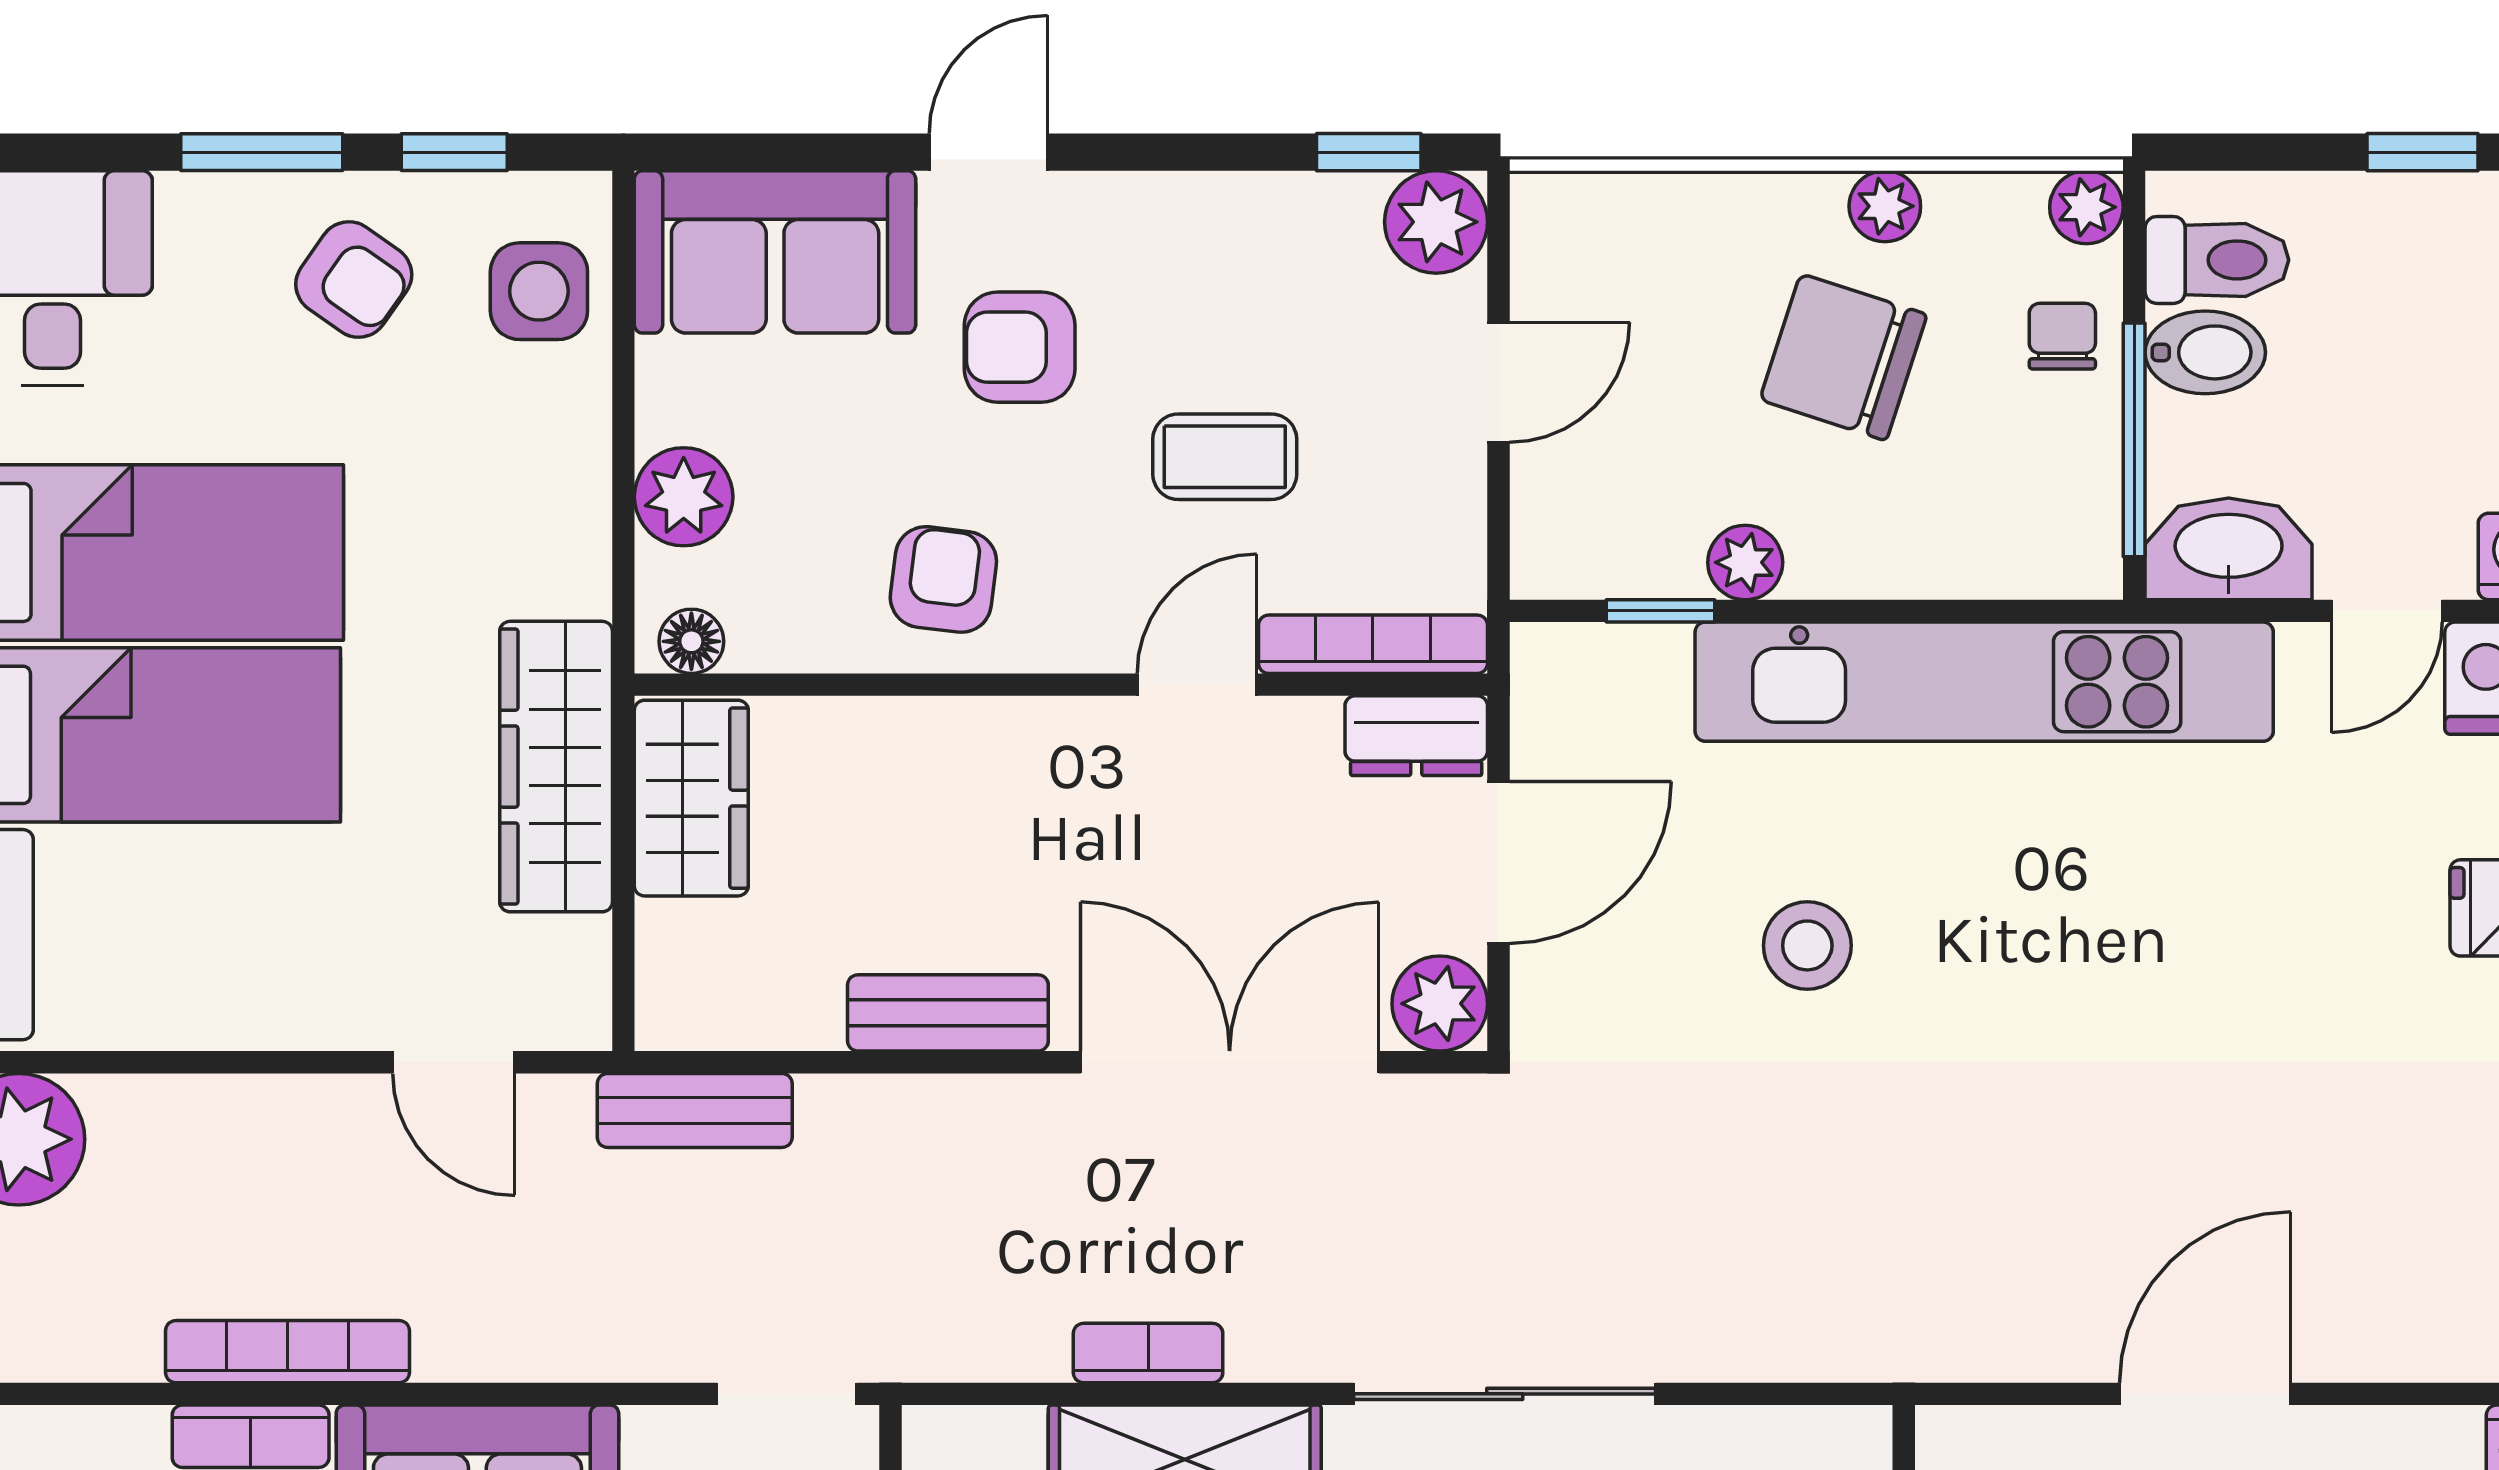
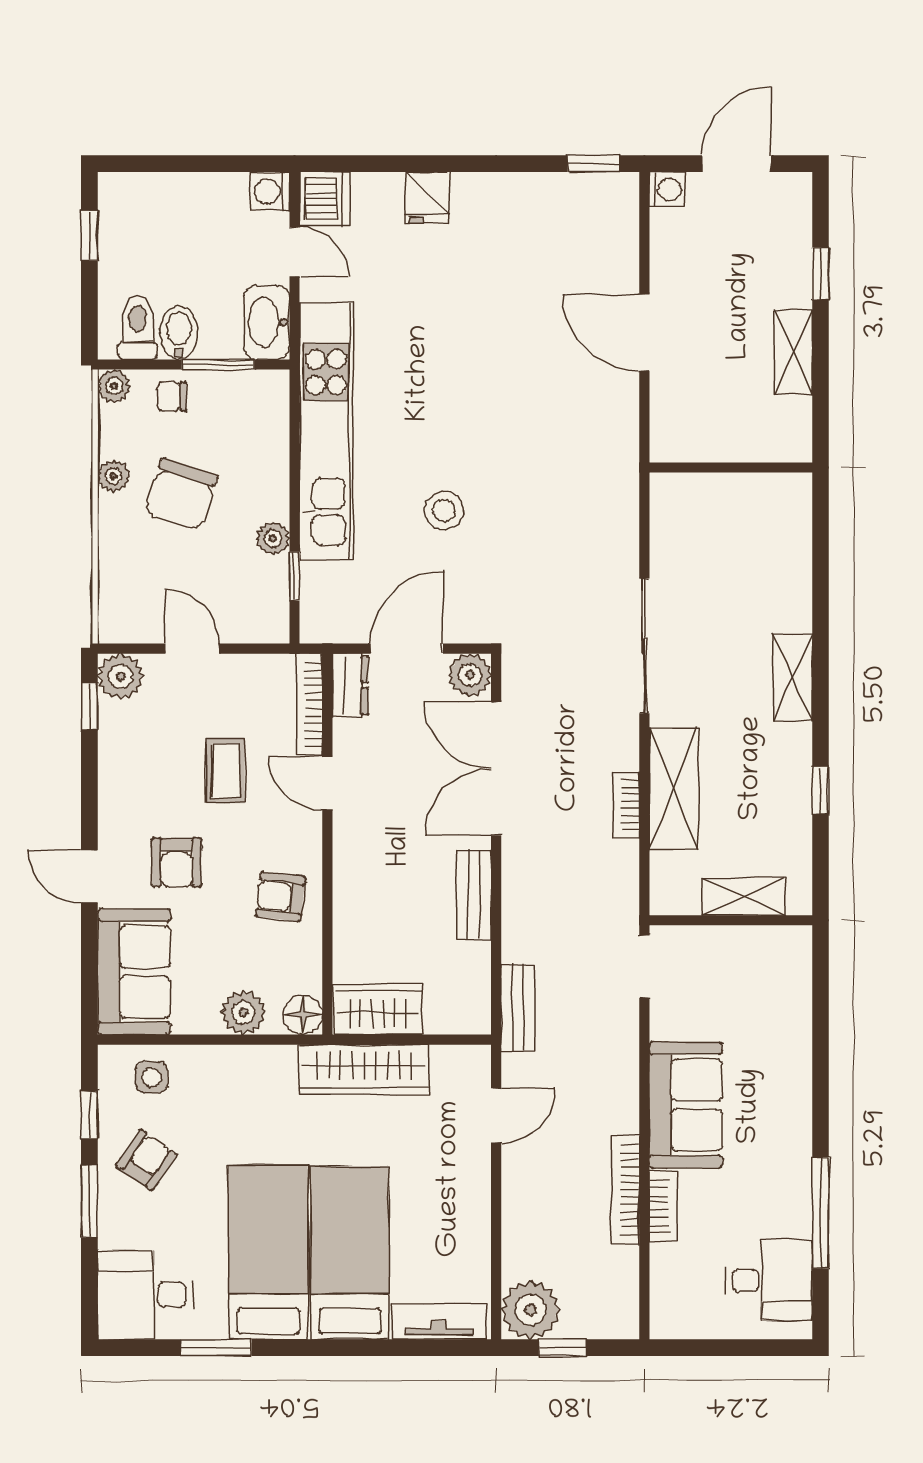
side table: (539, 291) -> (152, 1077), width x0.73, depth x0.73
window: (2134, 440) -> (218, 365), width x0.69
floor lamp: (691, 641) -> (303, 1015), width x1.37, depth x1.37
door: (1498, 862) -> (407, 649), hinge flipped

